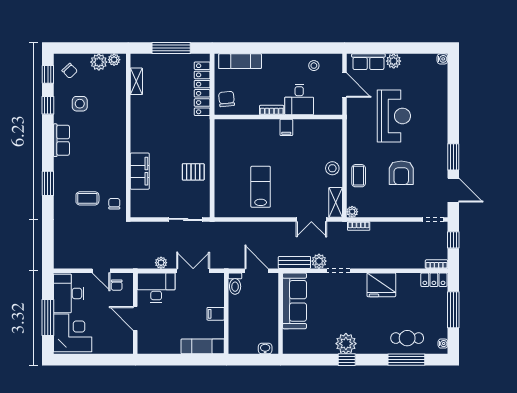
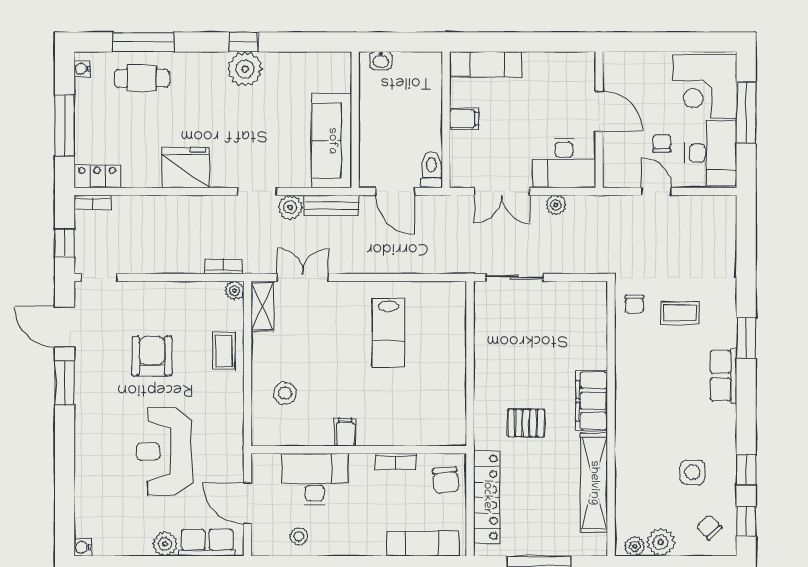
shelving: (136, 81) -> (594, 483), width x2.20, depth x1.33
desk: (299, 100) -> (315, 479), width x1.37
bookcase: (272, 110) -> (396, 461), moved
row of seats: (61, 140) -> (723, 376), moved
stool: (332, 168) -> (285, 393), moved
filing cabinet: (140, 171) -> (592, 401), moved
pallet: (193, 172) -> (526, 423), moved
chair: (117, 285) -> (662, 143), moved

